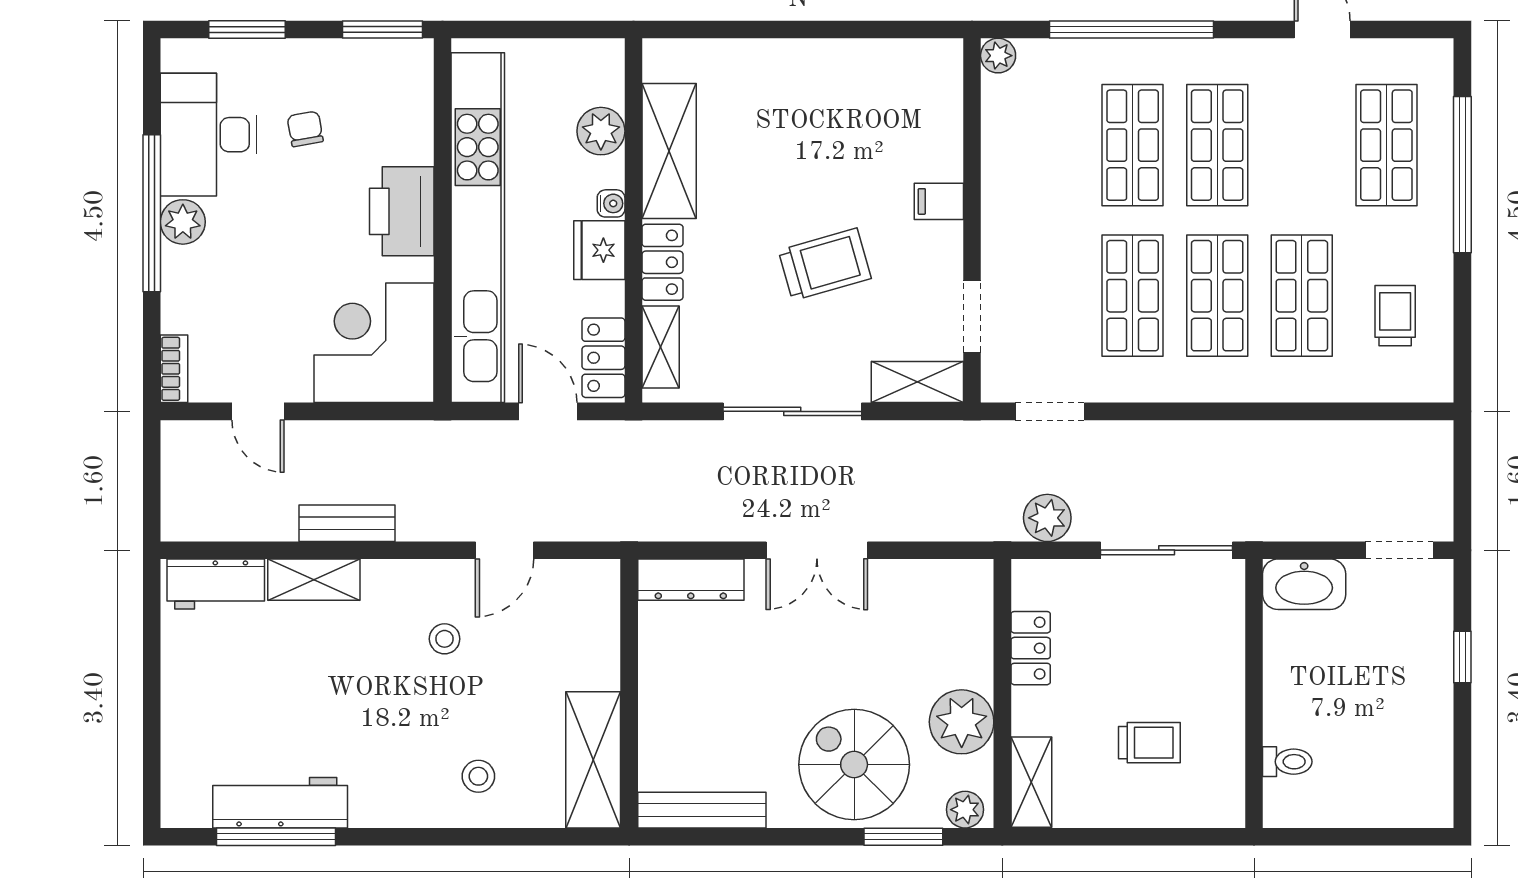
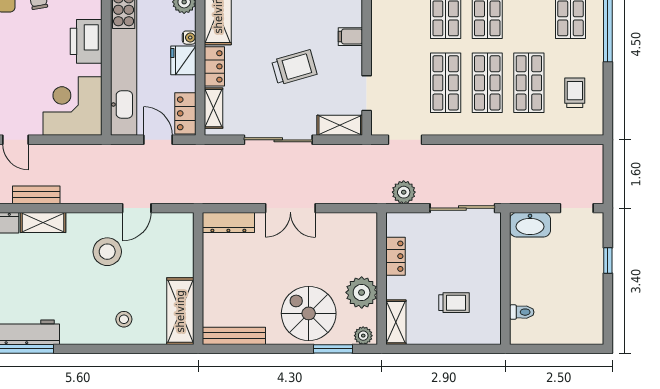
bench: (347, 523) -> (36, 195), moved
stool: (445, 639) -> (107, 252), width x1.89, depth x1.89

